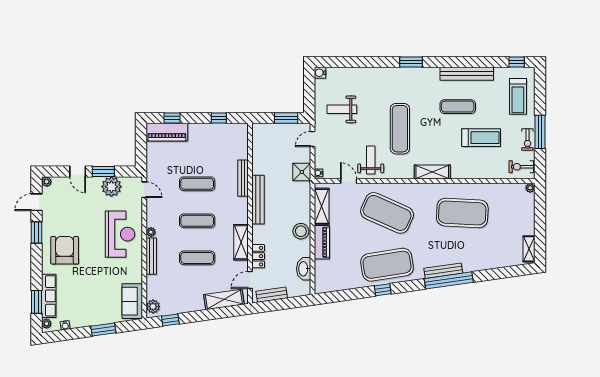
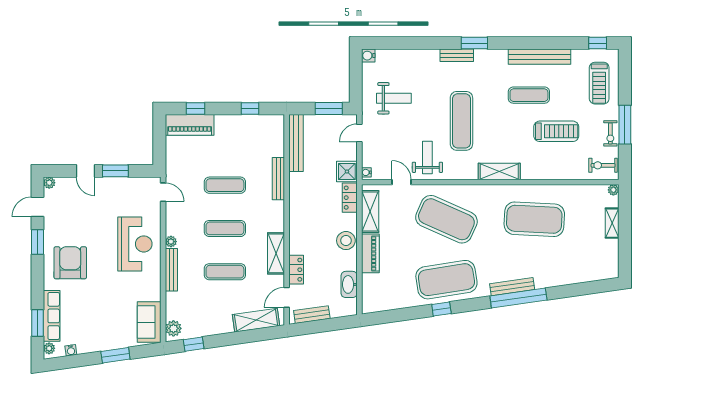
bench: (396, 72) -> (457, 55), added
weight bench: (342, 109) -> (394, 98), turned 180
plant: (111, 187) -> (125, 189), removed
locker: (304, 194) -> (350, 198), added
bench: (258, 200) -> (296, 143), moved
shelving: (529, 249) -> (612, 223), moved

